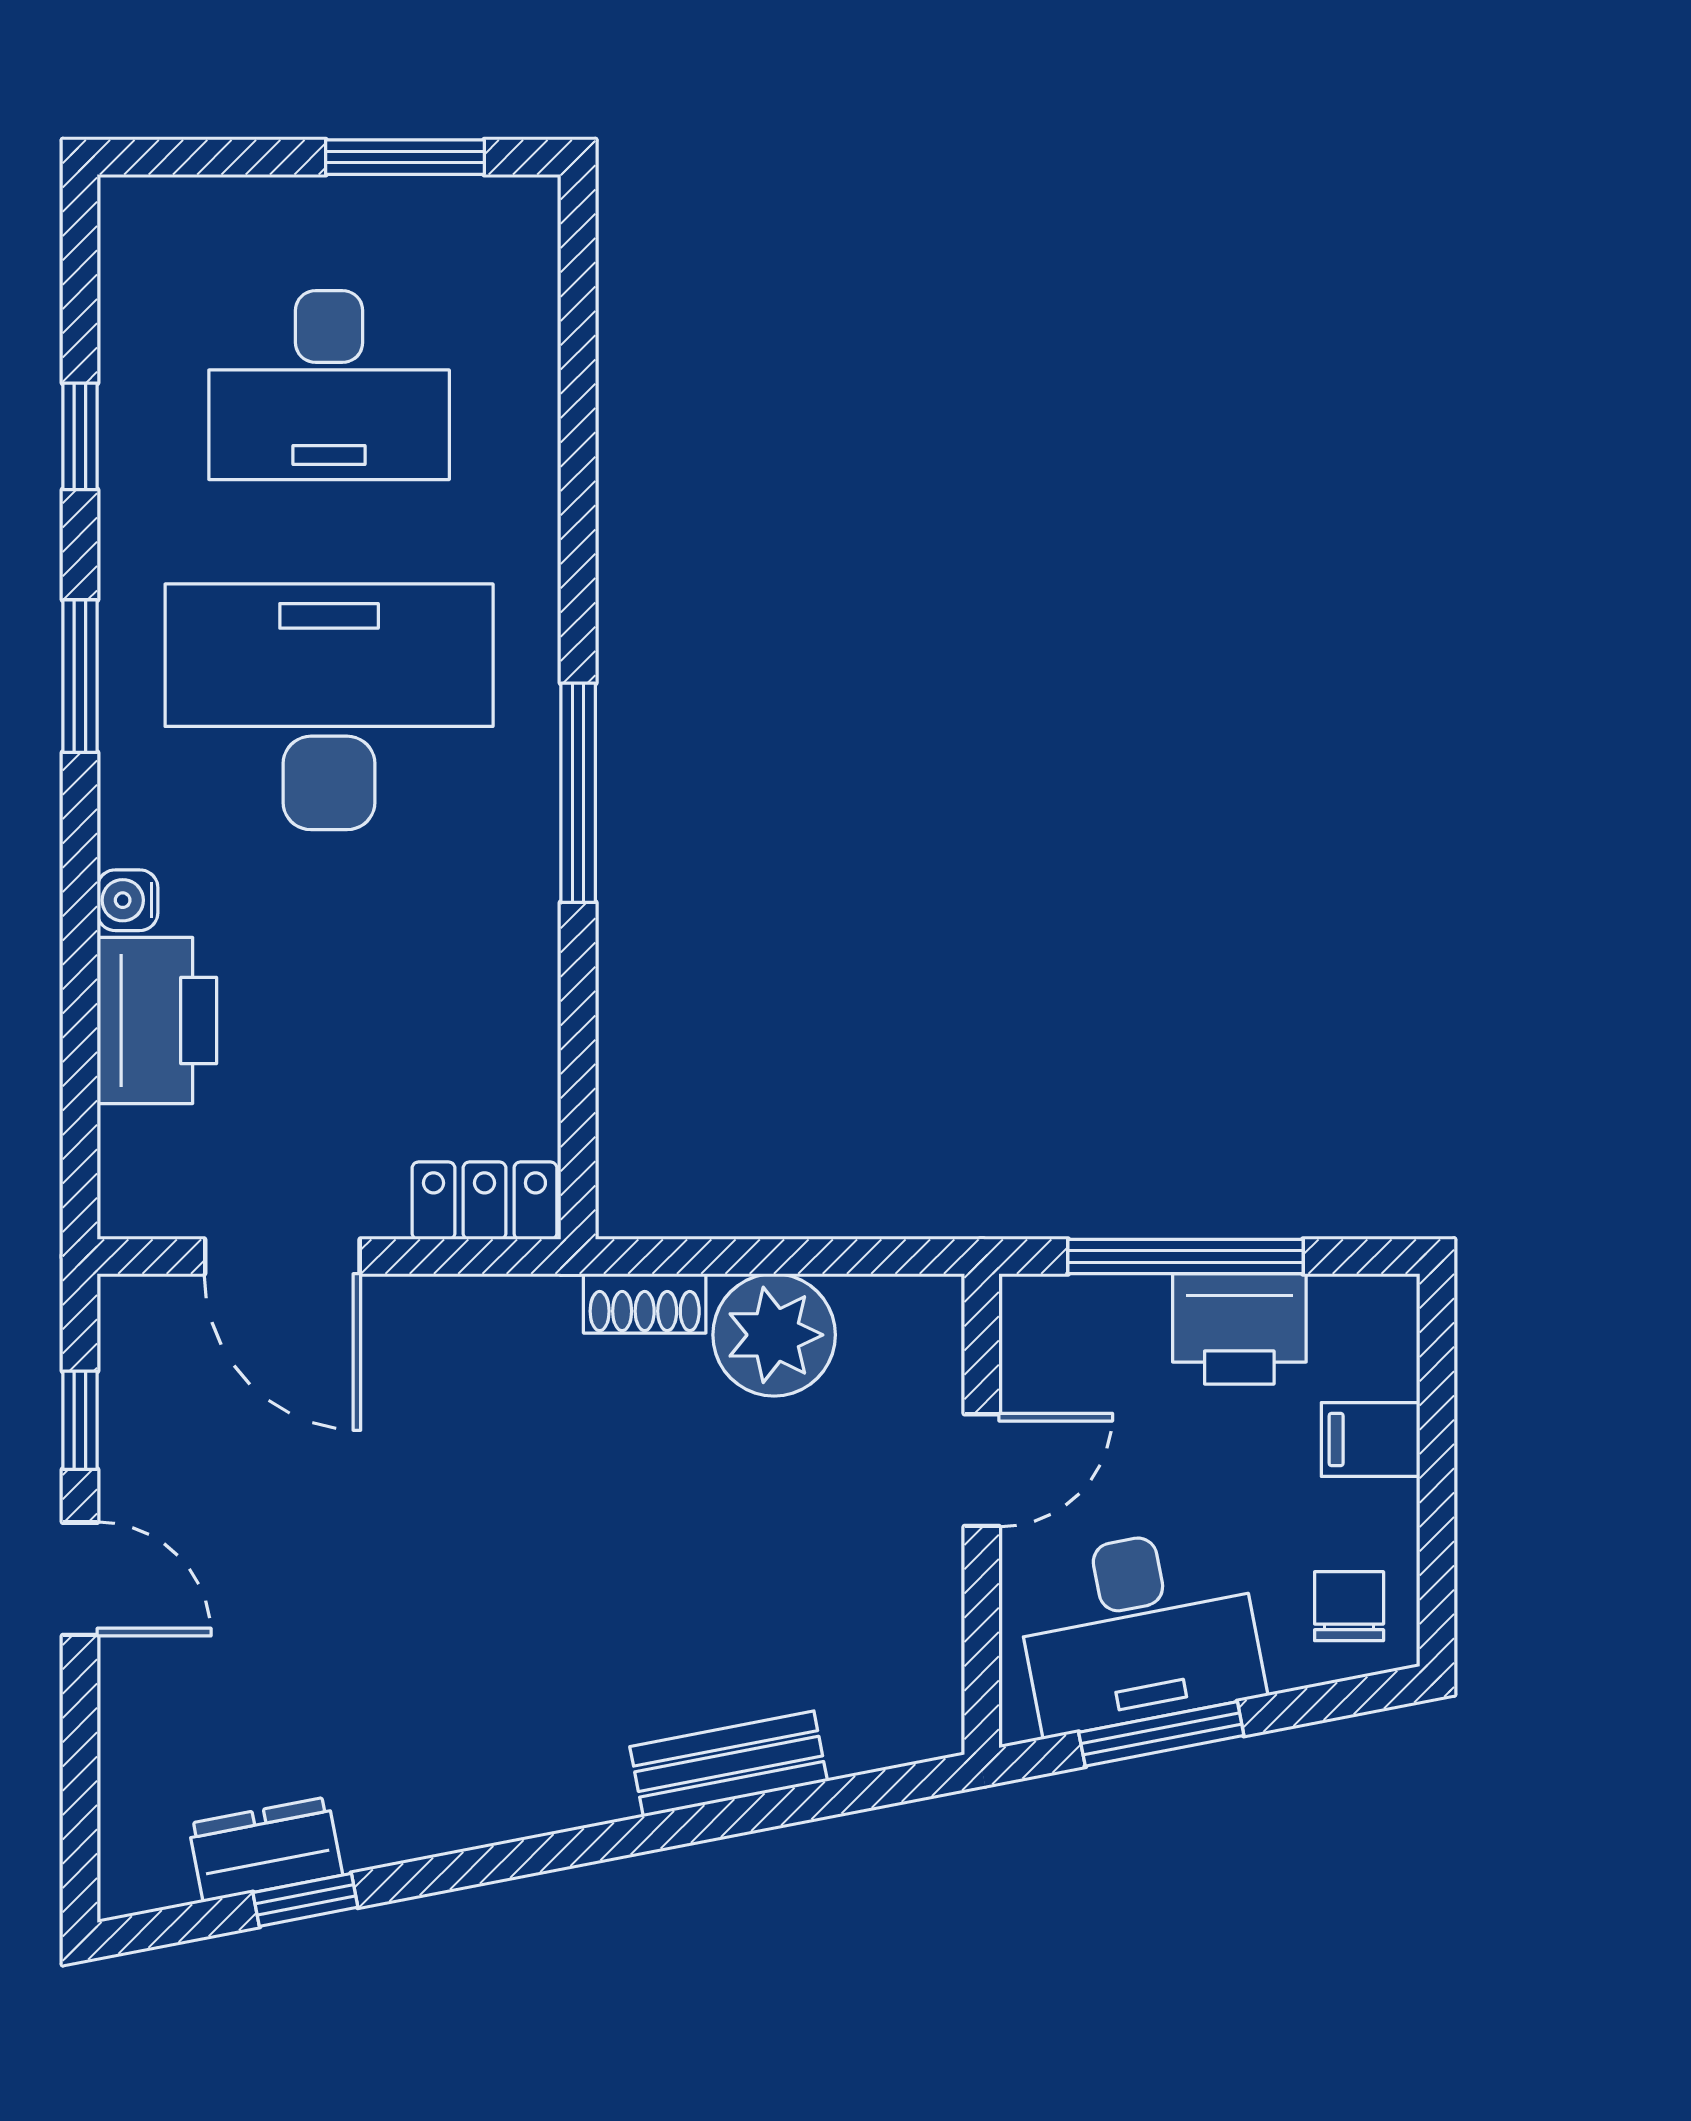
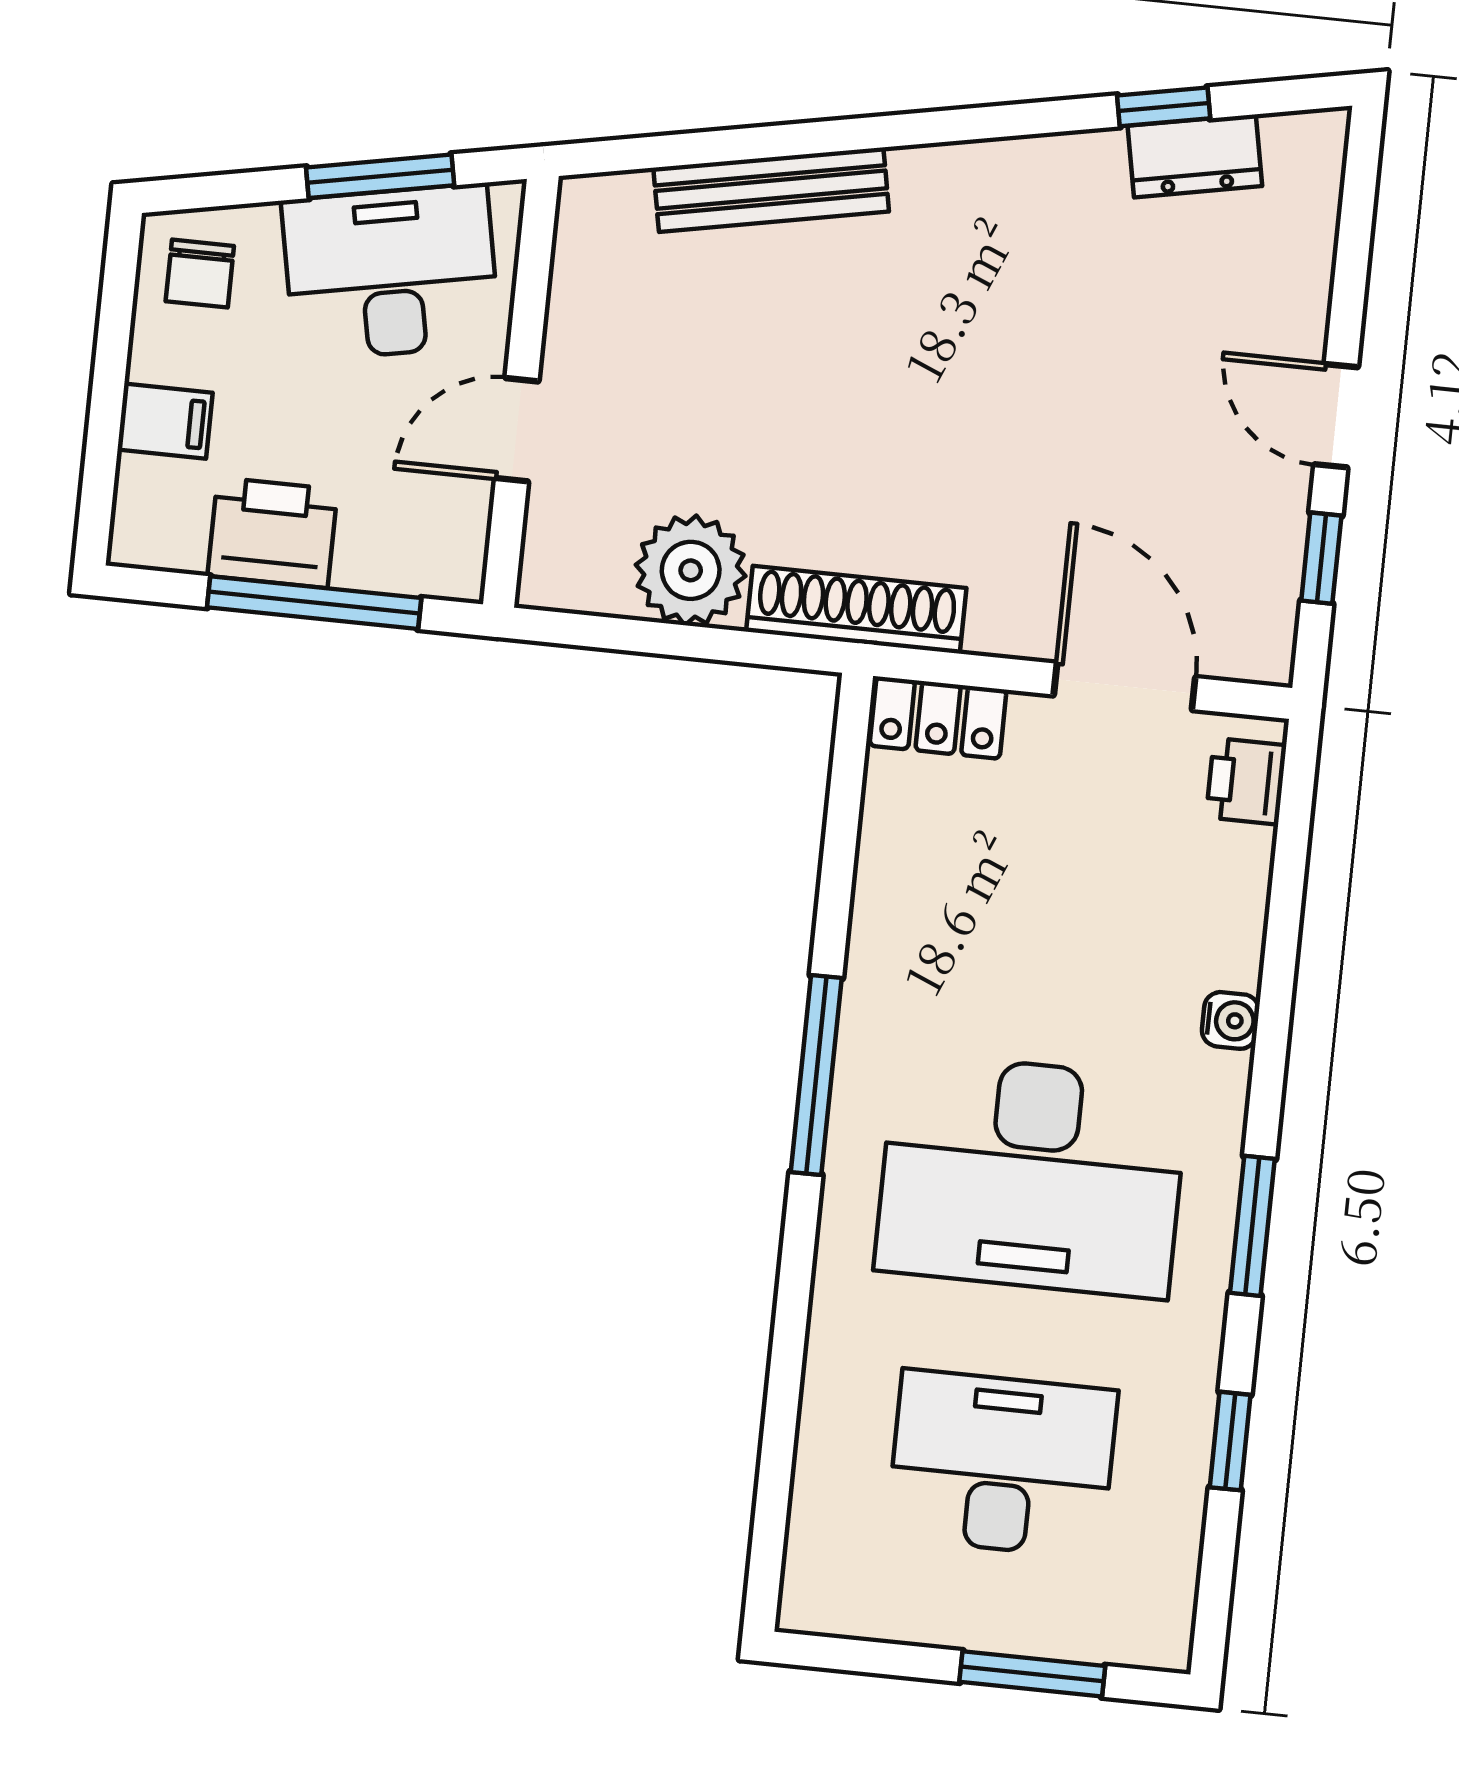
window: (405, 157) -> (1032, 1674), moved
printer: (157, 1021) -> (1246, 781), moved, width x0.53, depth x0.68
shoe rack: (645, 1303) -> (856, 610), width x1.94, depth x1.24
bench: (729, 1764) -> (771, 190), width x1.36

